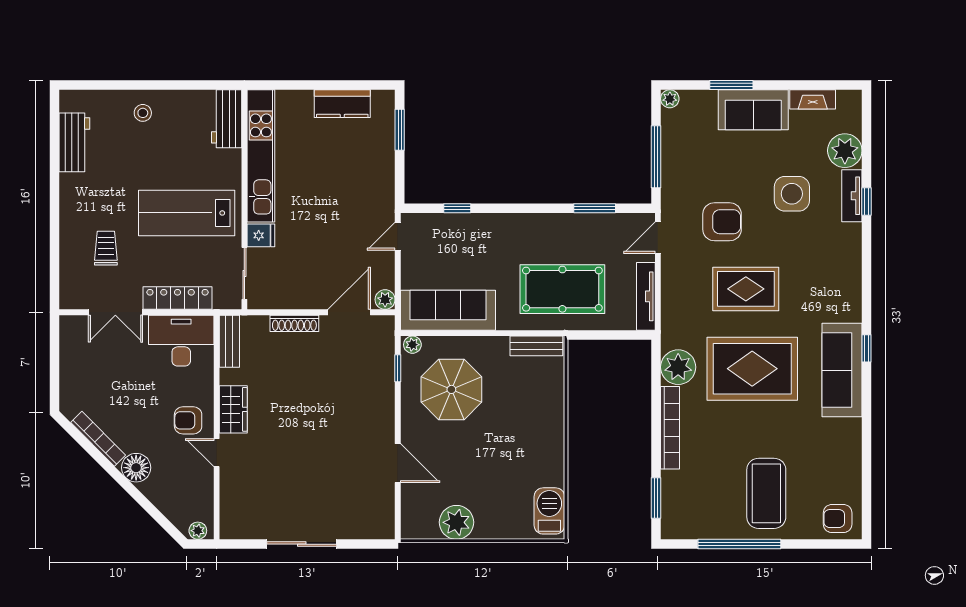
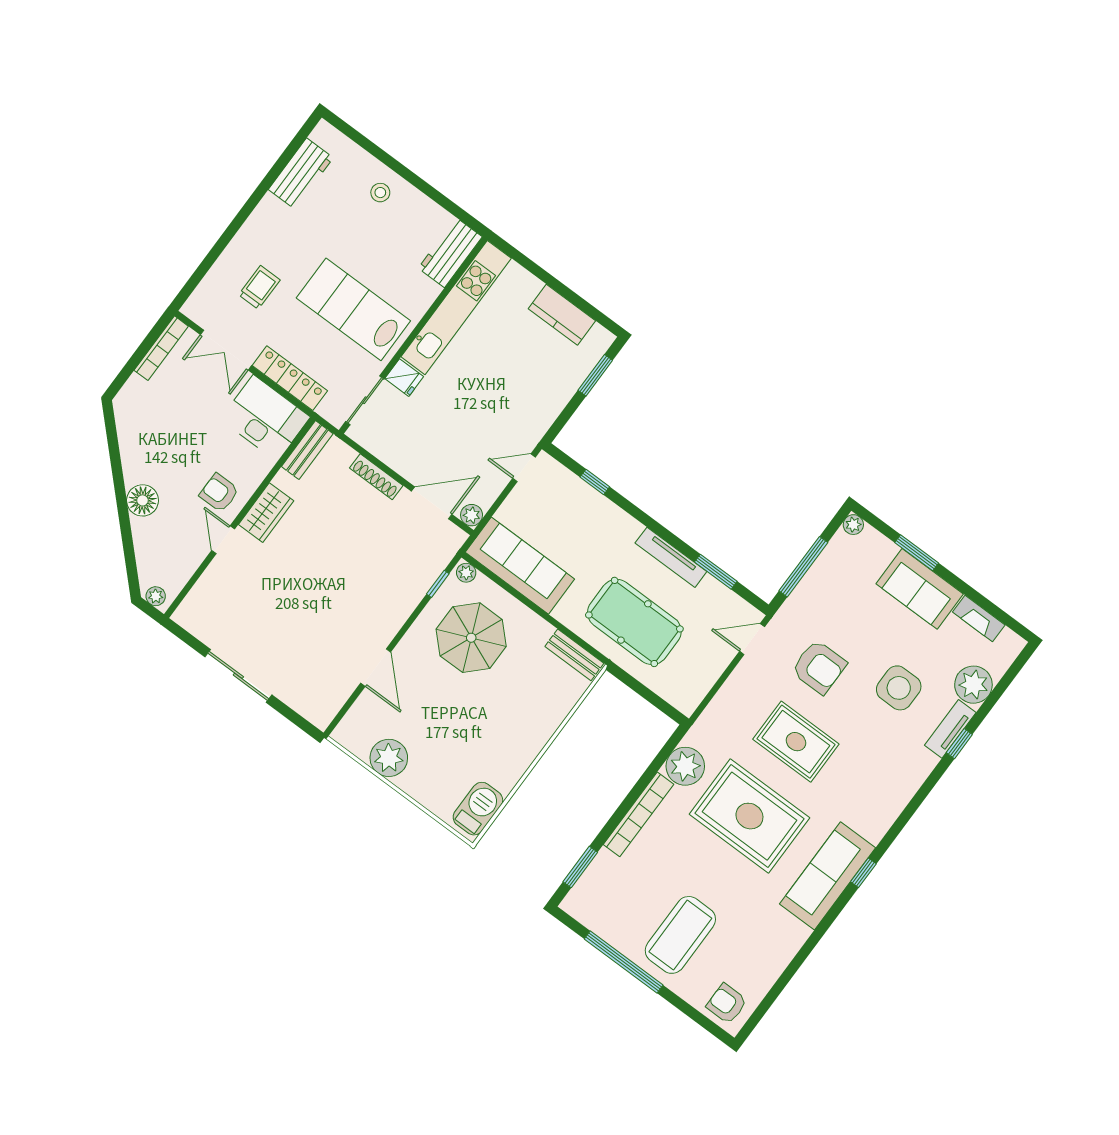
tv unit: (646, 296) -> (671, 557), moved, turned -90
bookcase: (98, 439) -> (161, 348), moved, turned 45

